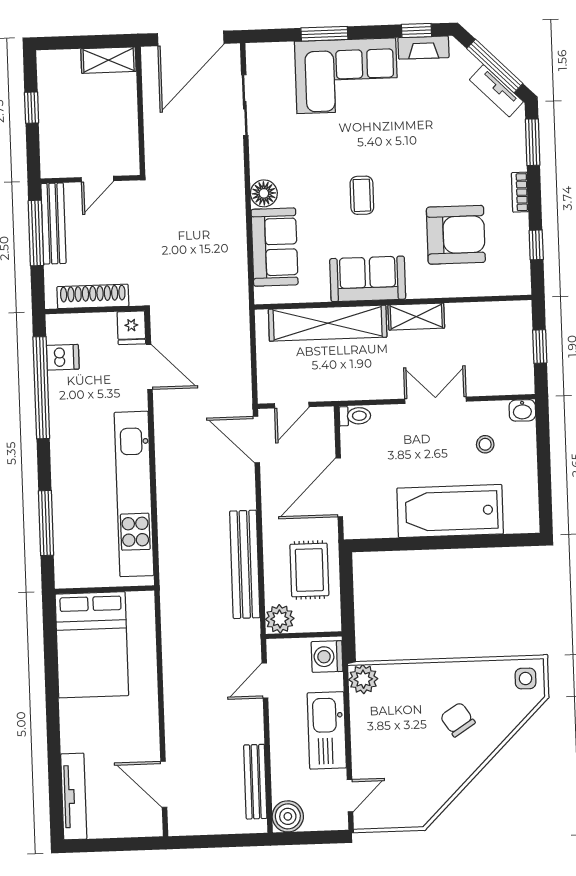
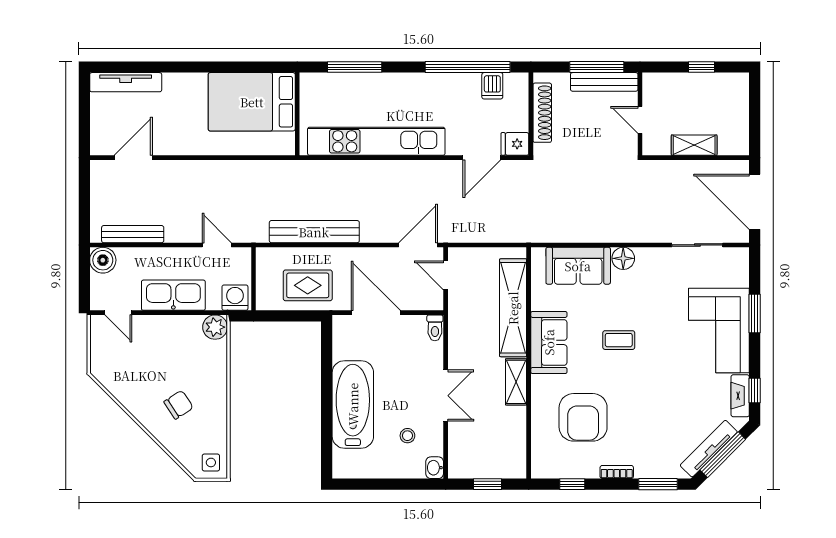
shelving: (109, 60) -> (694, 145), moved, turned 90
tv unit: (496, 91) -> (709, 449), width x1.41
plant: (280, 619) -> (268, 259), removed

